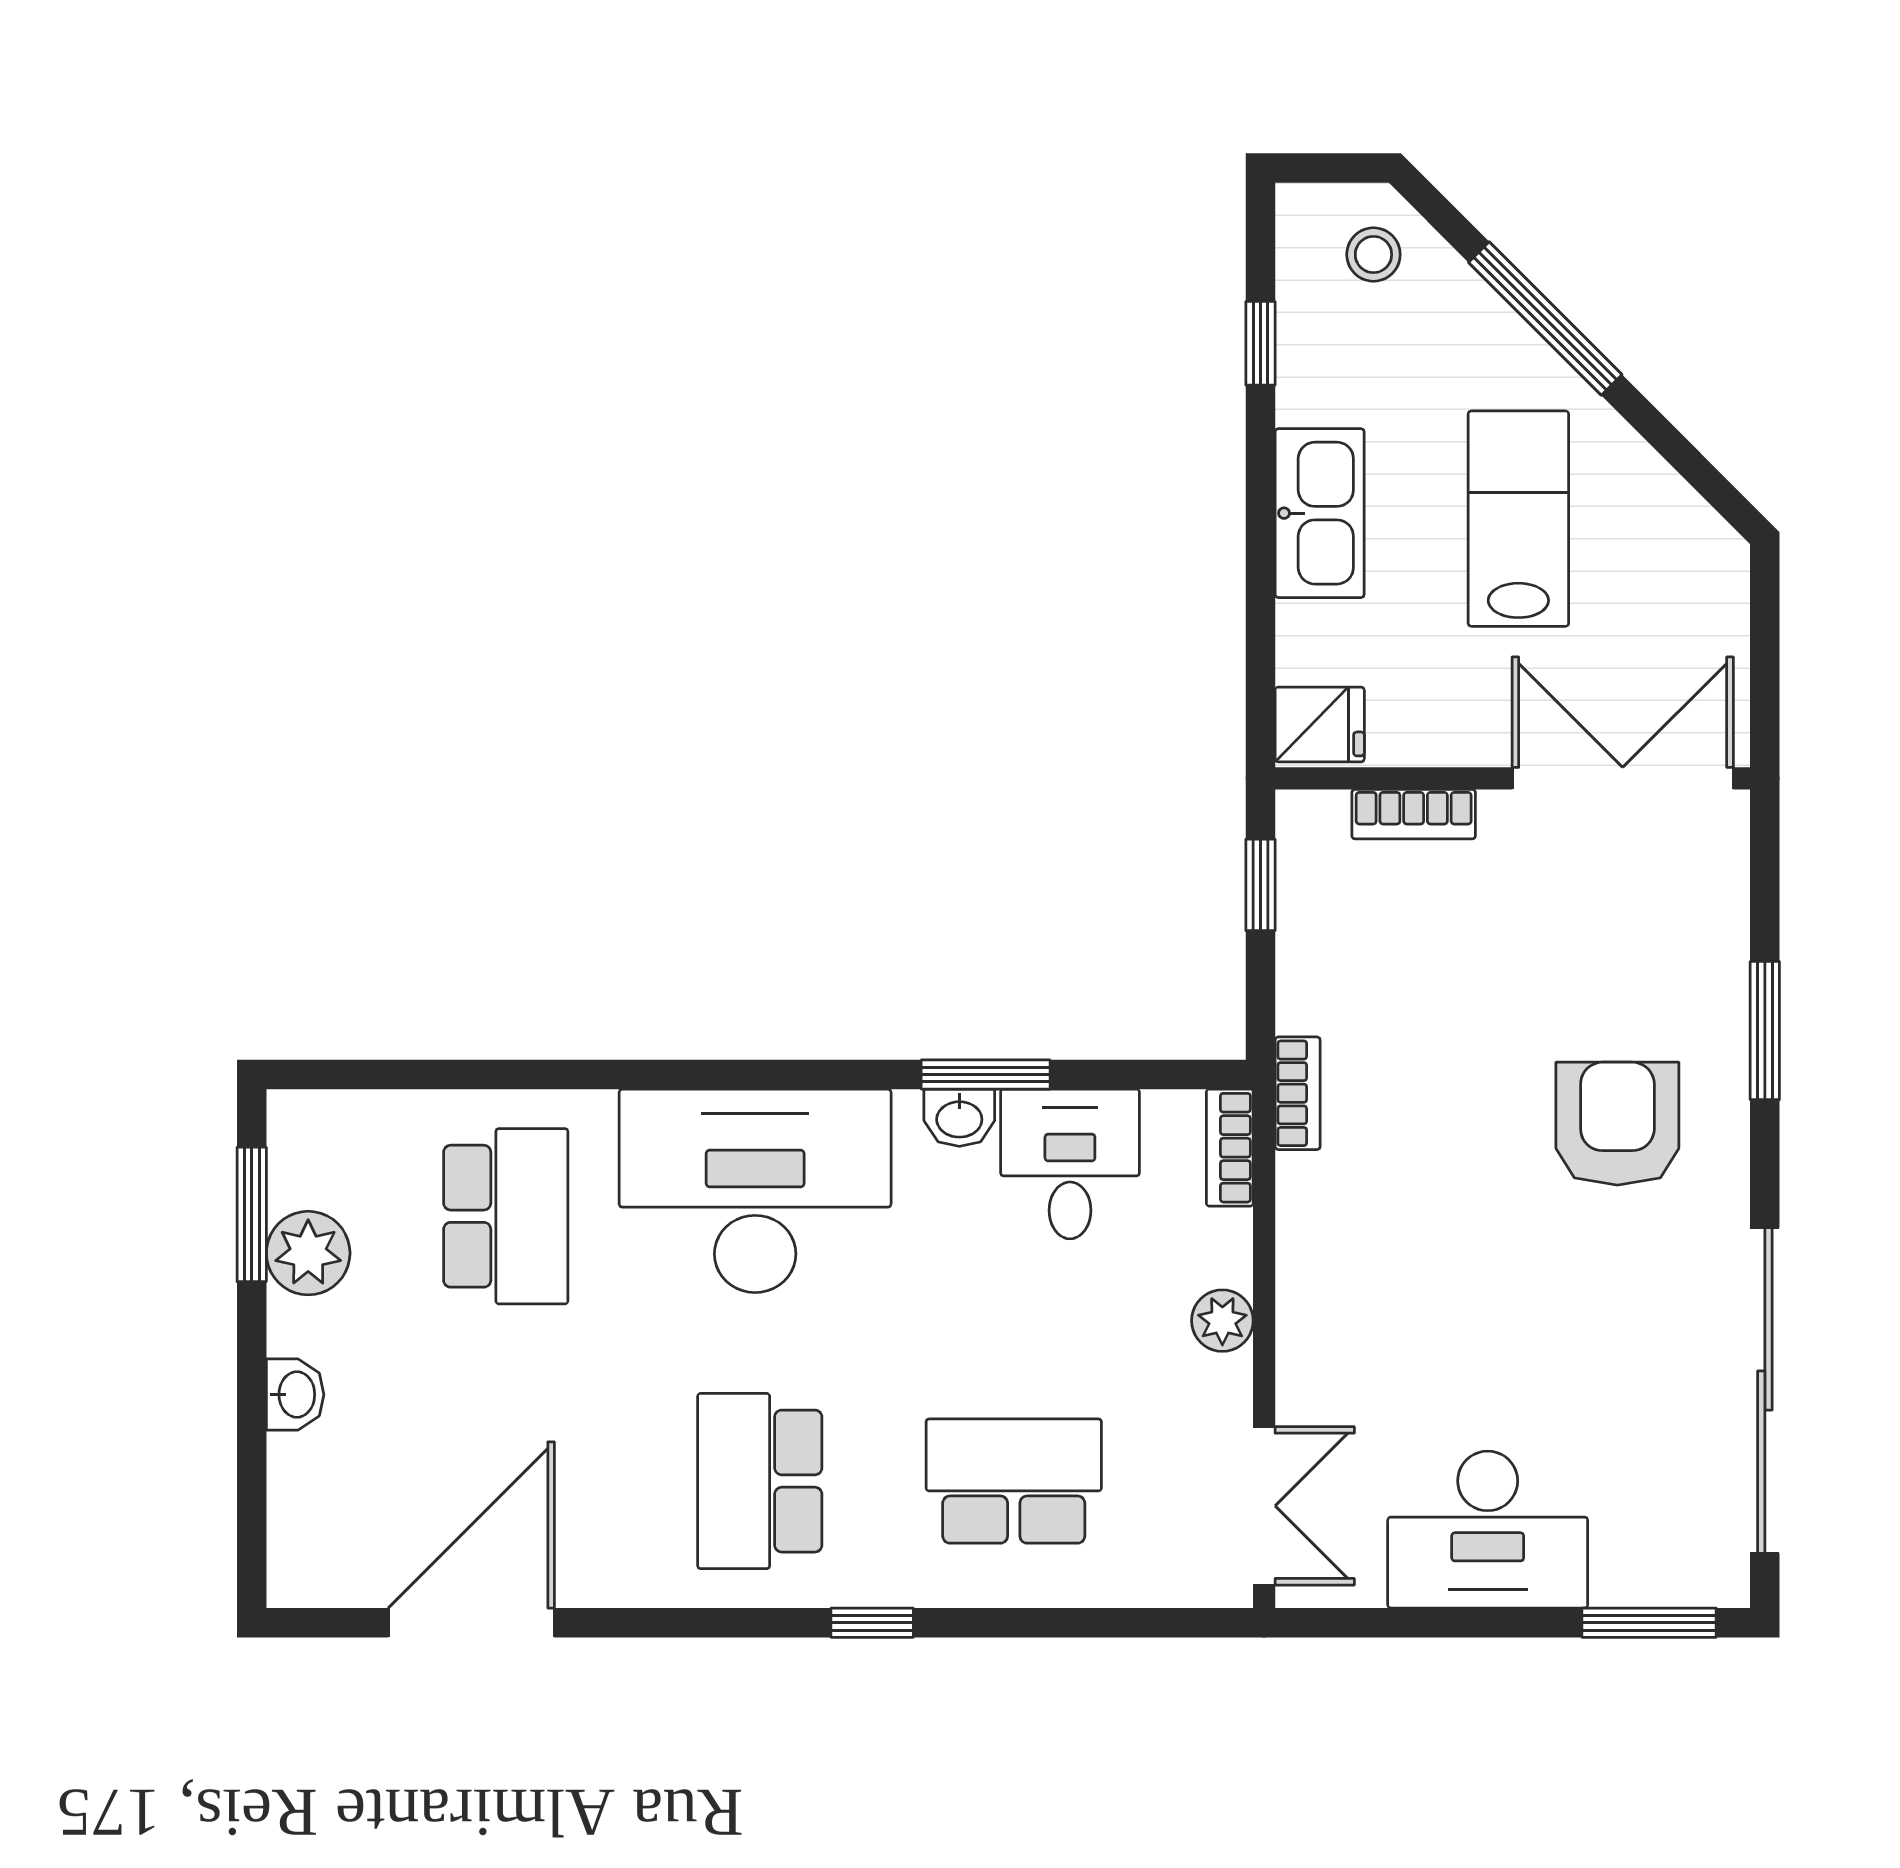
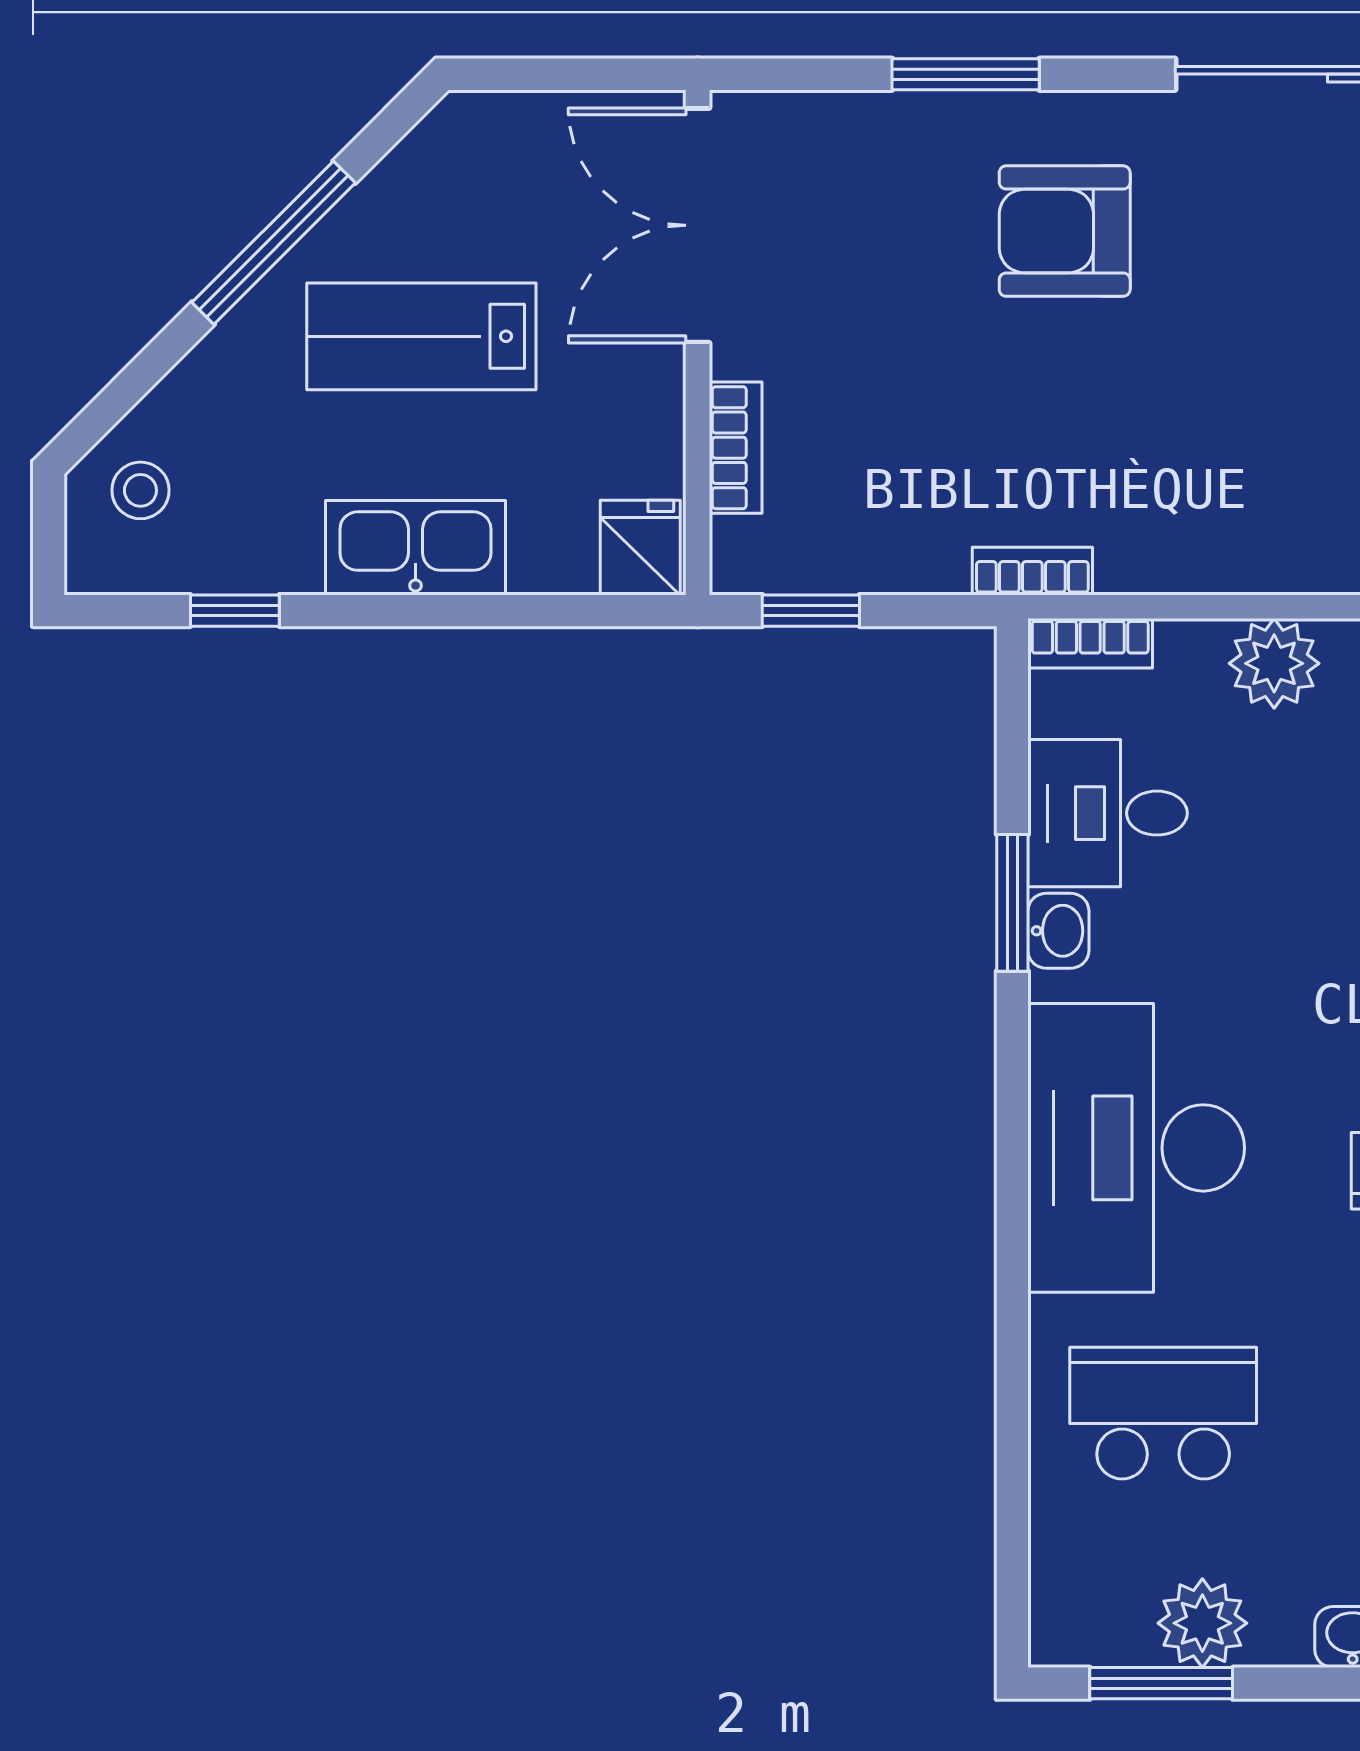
window: (1545, 319) -> (274, 243), moved
plant: (1222, 1321) -> (1274, 663), width x1.38, depth x1.38

